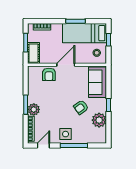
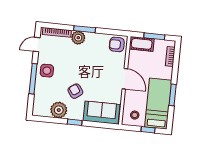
armchair: (49, 74) -> (117, 44), moved
door: (43, 145) -> (37, 44), swing flipped

